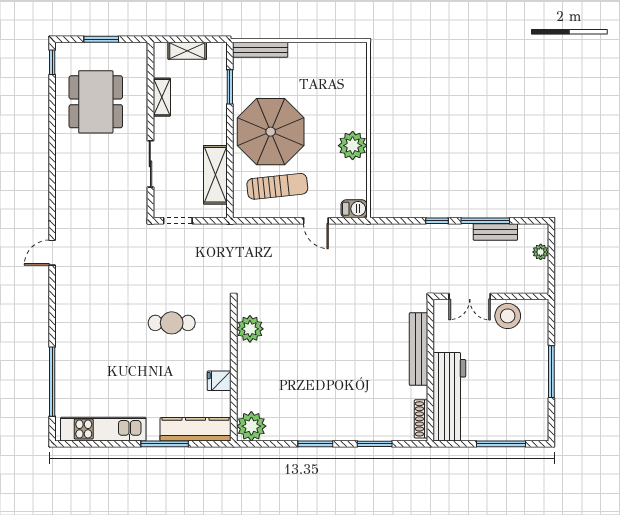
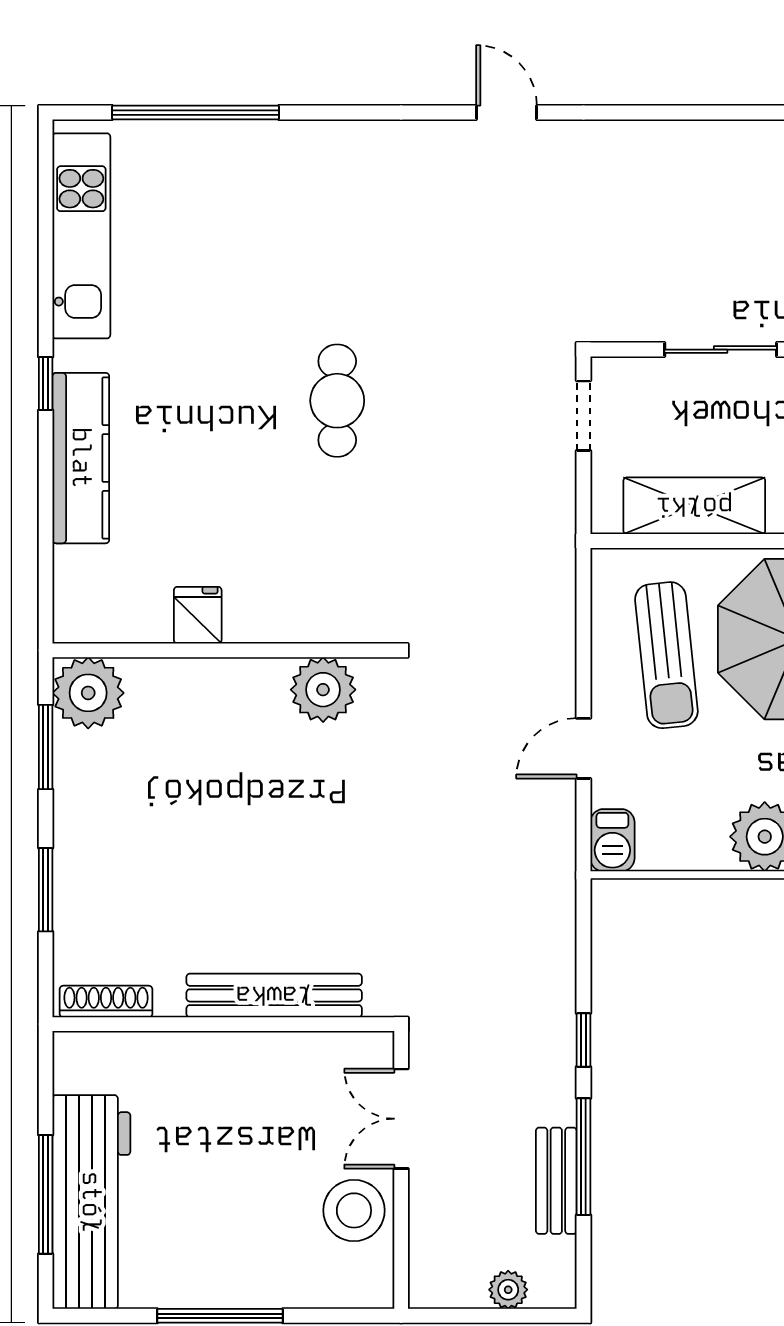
plant: (250, 329) -> (323, 690), moved
wall: (234, 370) -> (223, 650), moved
fridge: (219, 381) -> (198, 615), moved
workbench: (449, 397) -> (91, 1202), moved, turned -90
plant: (251, 426) -> (88, 693), moved
window: (165, 444) -> (46, 384), width x0.46

